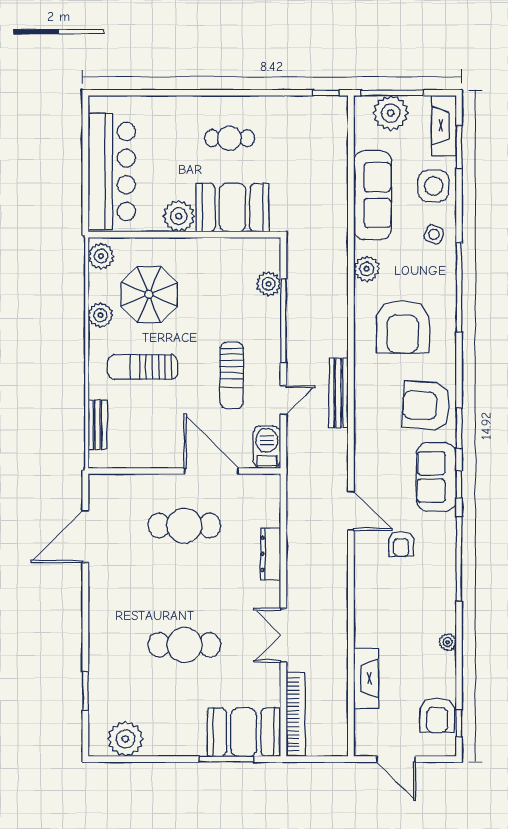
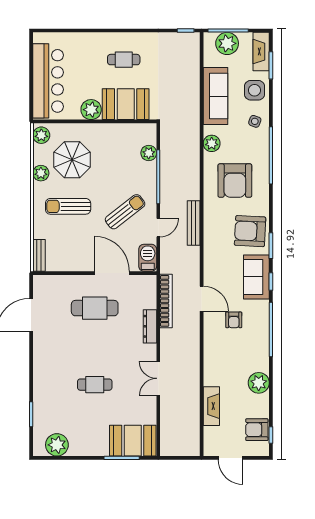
sun lounger: (232, 375) -> (125, 212), turned -128
bench: (97, 425) -> (39, 255), moved
plant: (448, 642) -> (259, 383), width x1.88, depth x1.88
cafe table: (184, 645) -> (95, 385), width x0.73, depth x0.74
bookcase: (296, 714) -> (166, 301), moved
armchair: (437, 715) -> (257, 430), turned 90

